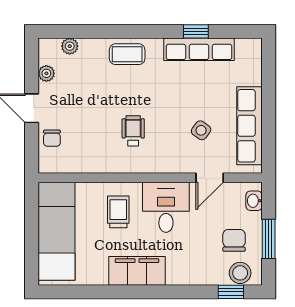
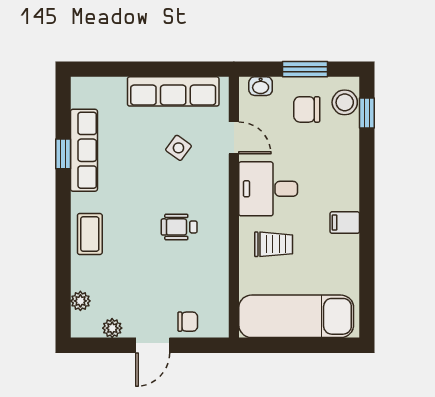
trolley: (118, 212) -> (274, 244), turned 180
filing cabinet: (137, 271) -> (345, 223), width x0.33, depth x0.86

